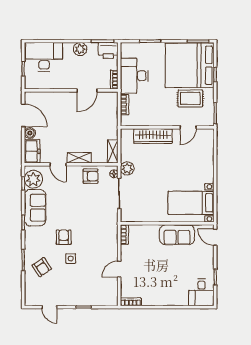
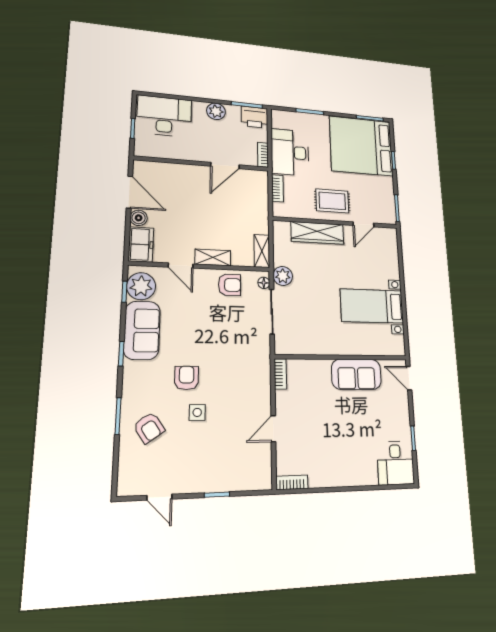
rug: (190, 98) -> (332, 201), moved
bed with nightstands: (191, 203) -> (372, 306), moved

